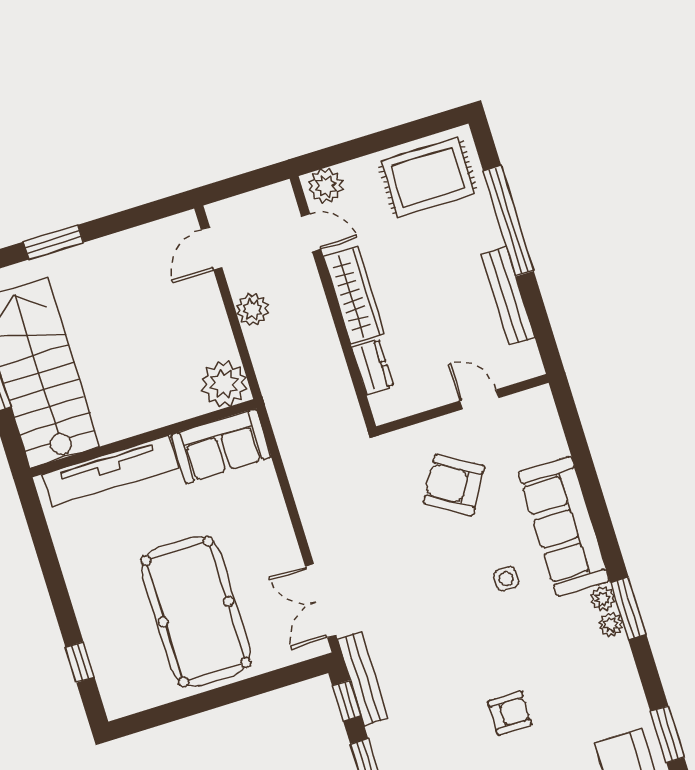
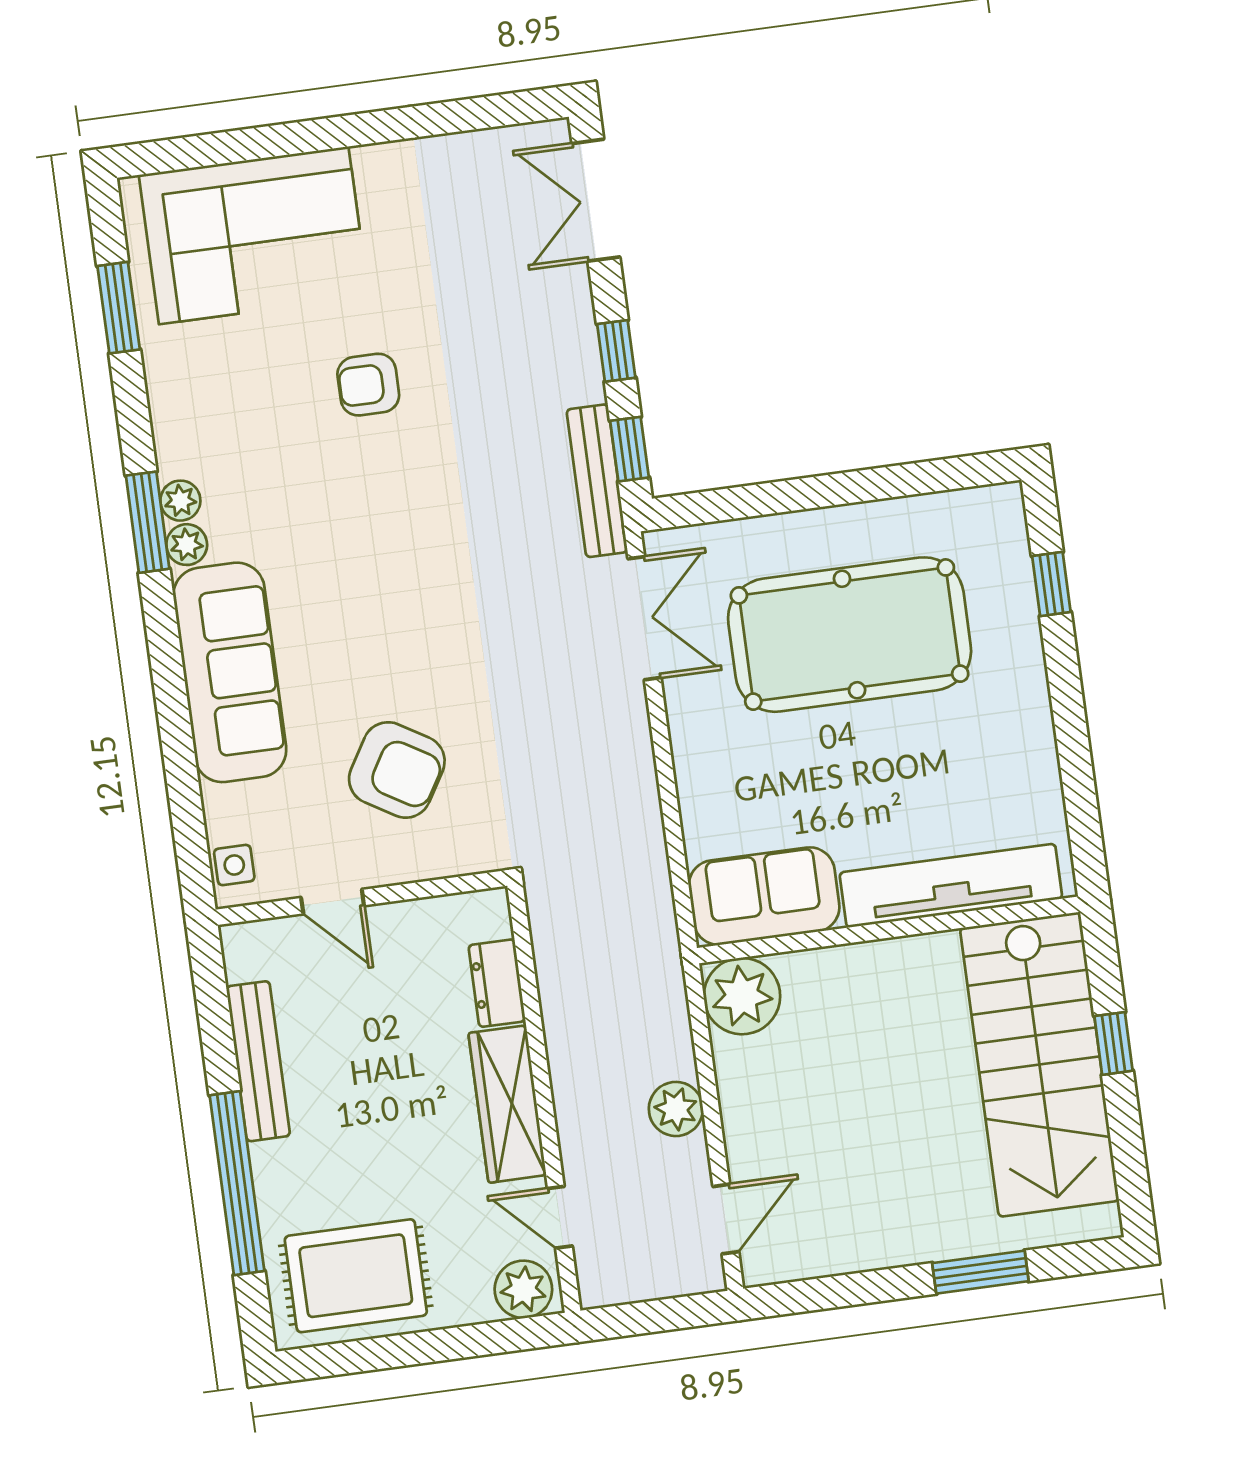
side table: (506, 579) -> (234, 865), moved
pool table: (196, 612) -> (850, 635), turned 90

